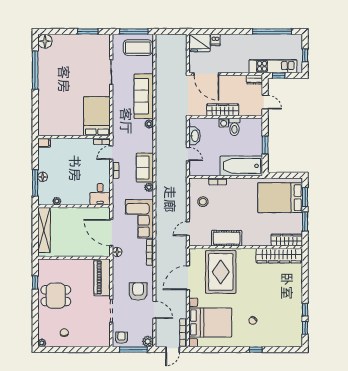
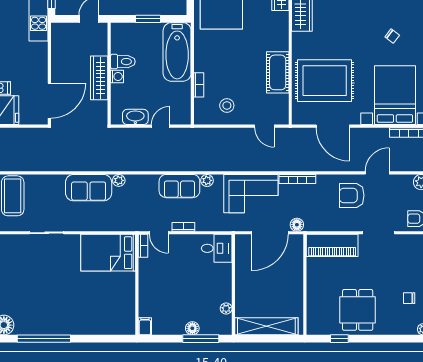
dresser: (254, 80) -> (57, 34), removed
sofa: (144, 96) -> (89, 188), width x0.73

